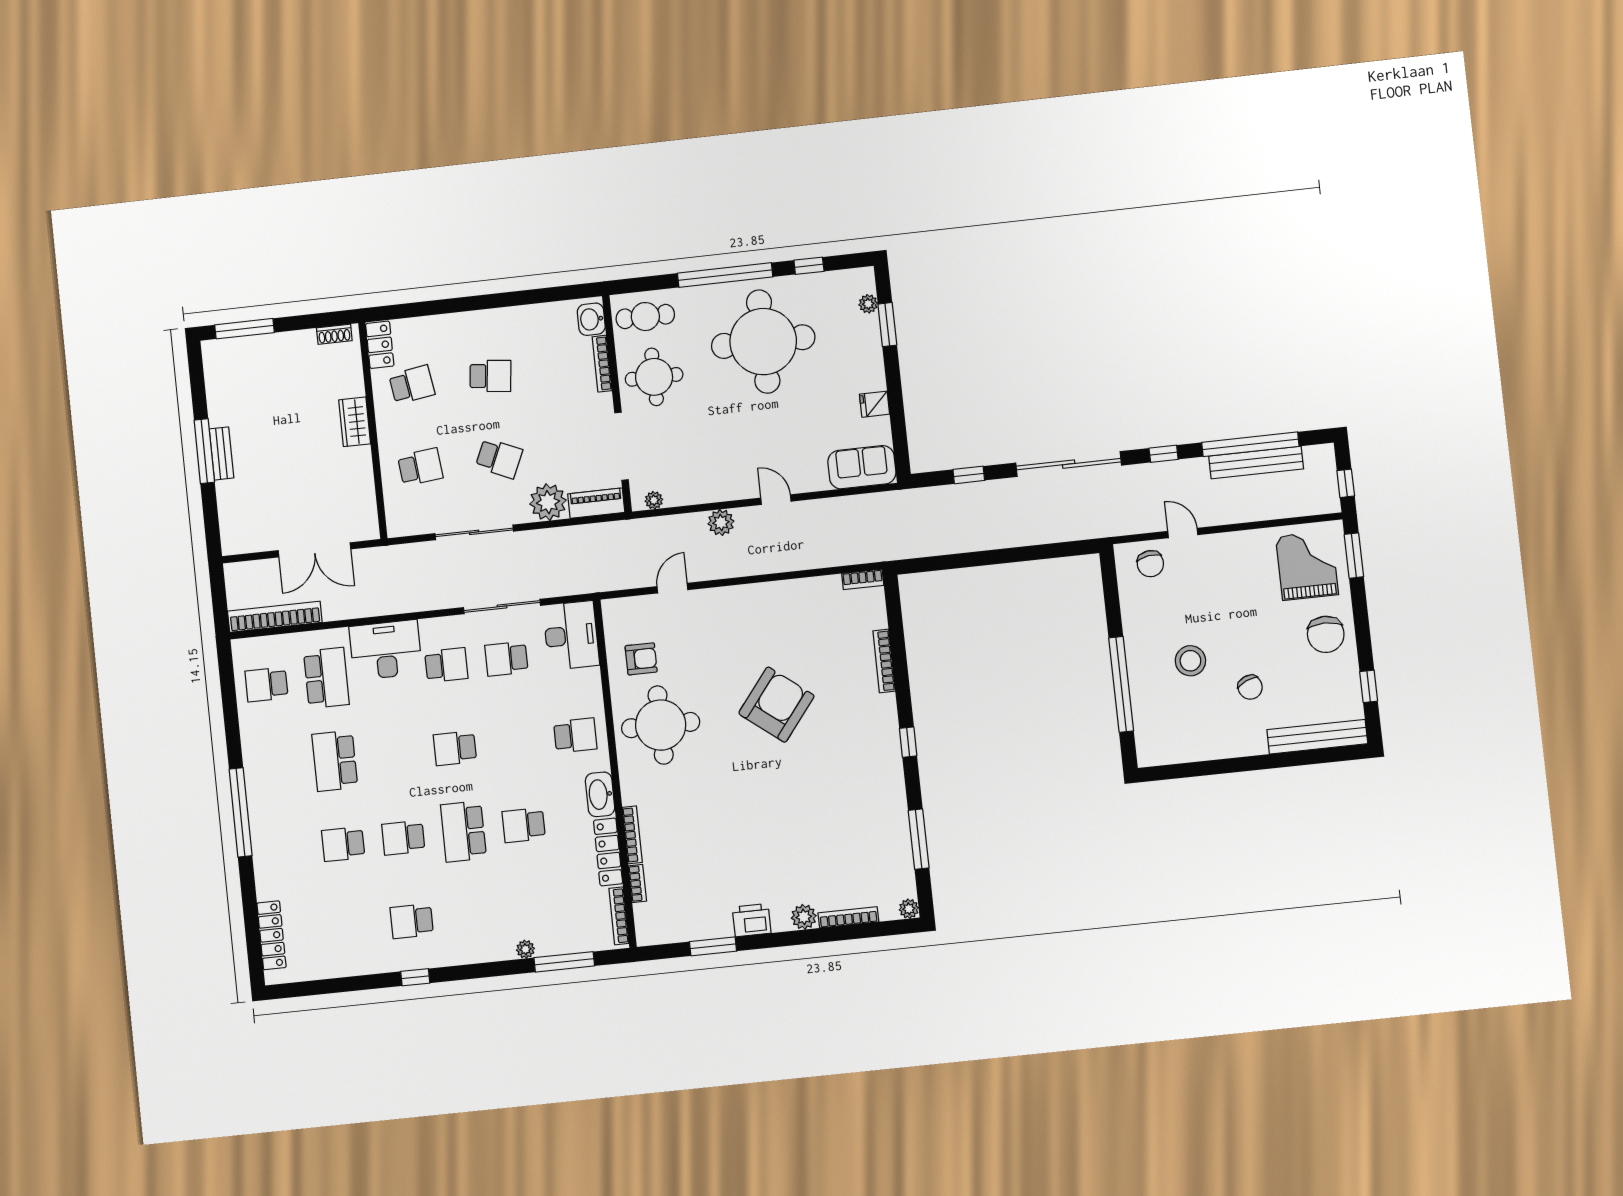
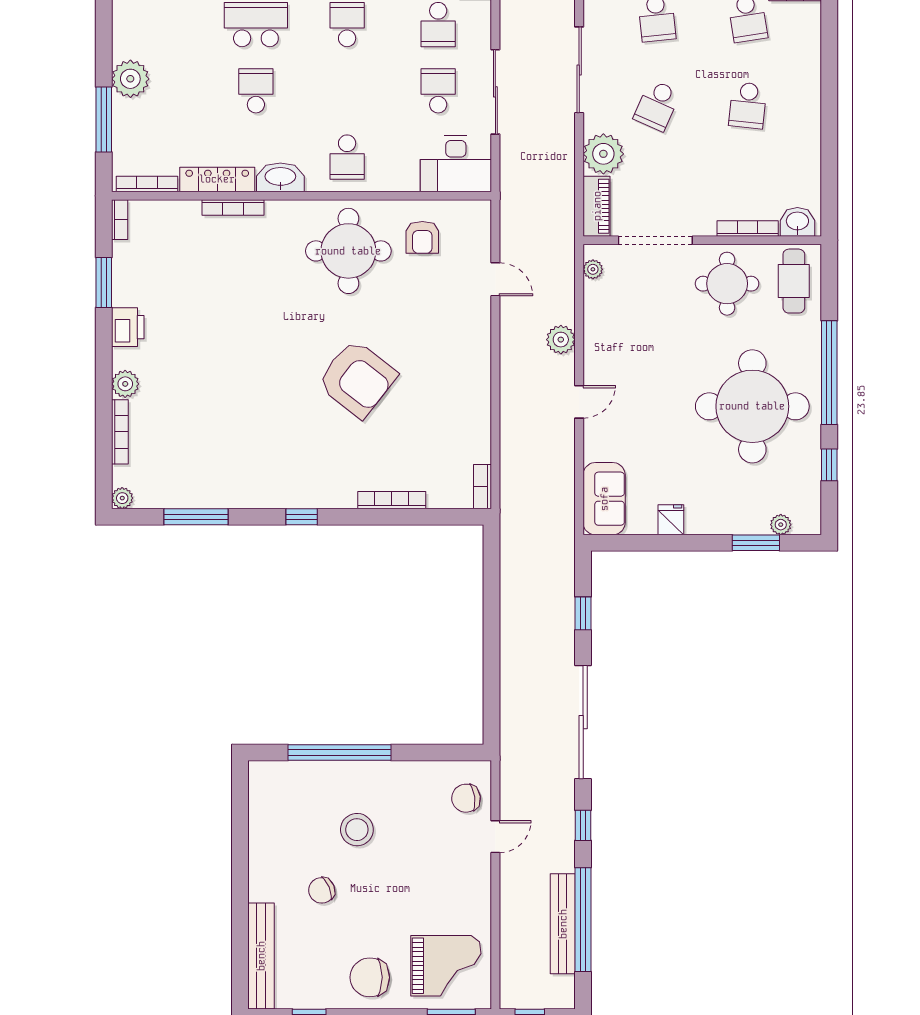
bookcase: (637, 883) -> (120, 220), moved, turned -90
plant: (525, 949) -> (130, 79), width x1.88, depth x1.88

